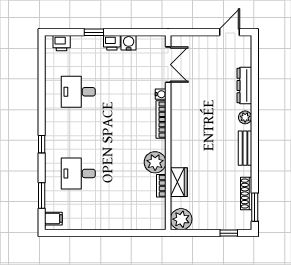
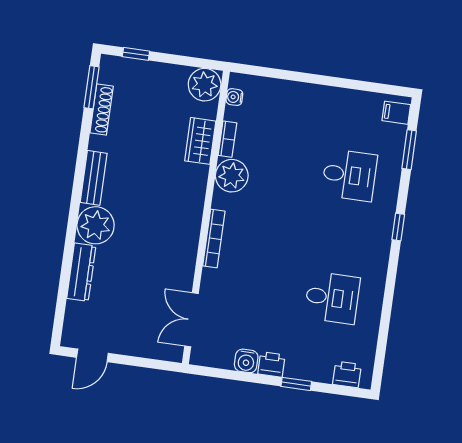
water cooler: (161, 94) -> (234, 97), moved
plant: (245, 117) -> (96, 225), width x1.87, depth x1.87

